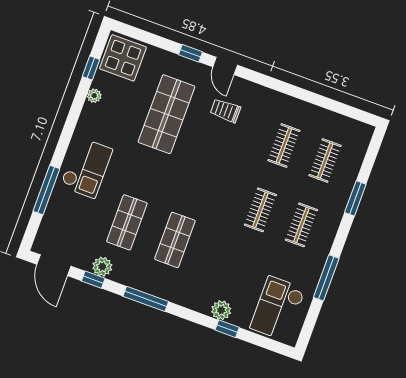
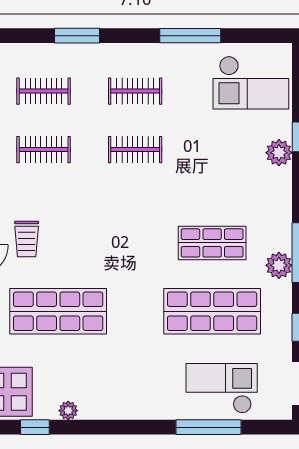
checkout: (86, 168) -> (222, 388), moved
shop shelf: (127, 222) -> (212, 311), width x1.43, depth x1.36
plant: (102, 267) -> (279, 265), moved

